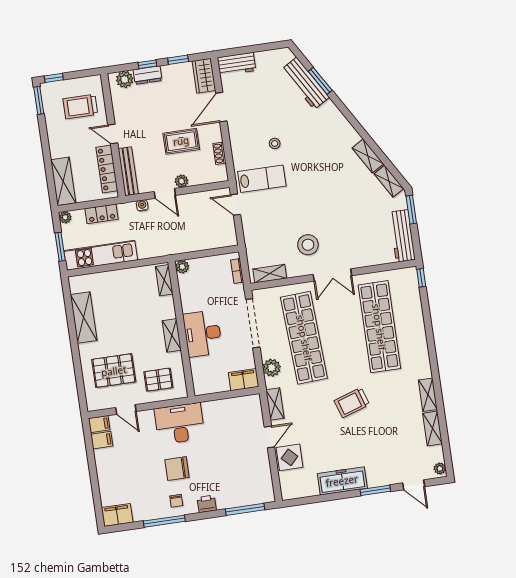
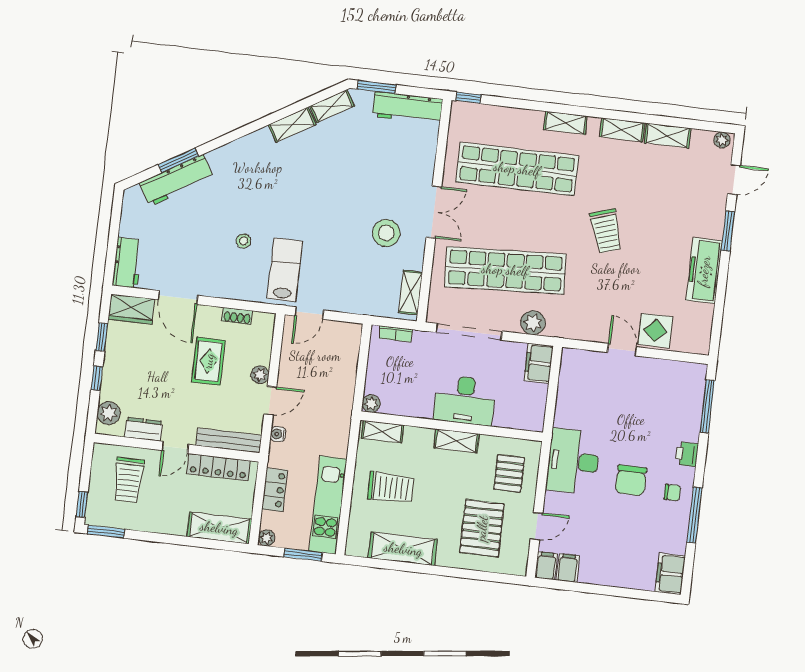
dresser: (148, 75) -> (144, 429), moved, turned -90
trolley: (126, 297) -> (391, 487), added
shelving: (275, 404) -> (565, 123), moved

